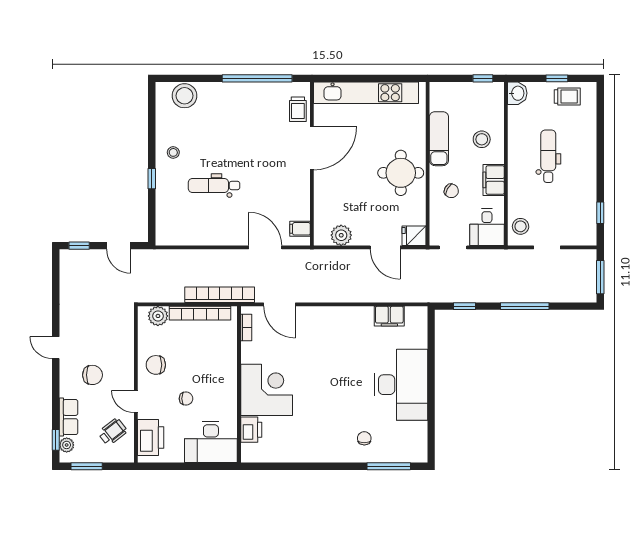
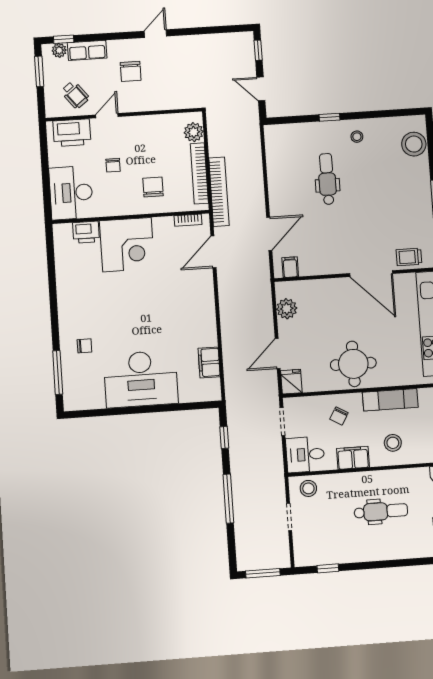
door: (119, 246) -> (261, 89), hinge flipped
chair: (156, 365) -> (153, 187), moved

